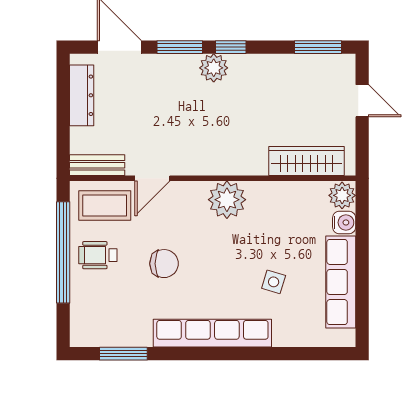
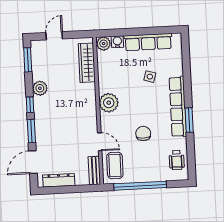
plant: (214, 68) -> (40, 88), moved
wheelchair: (98, 255) -> (177, 160), moved
window: (123, 354) -> (189, 120), moved

